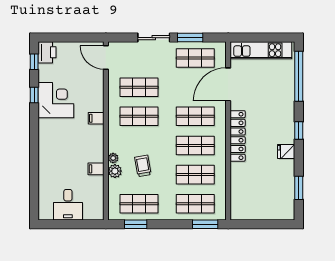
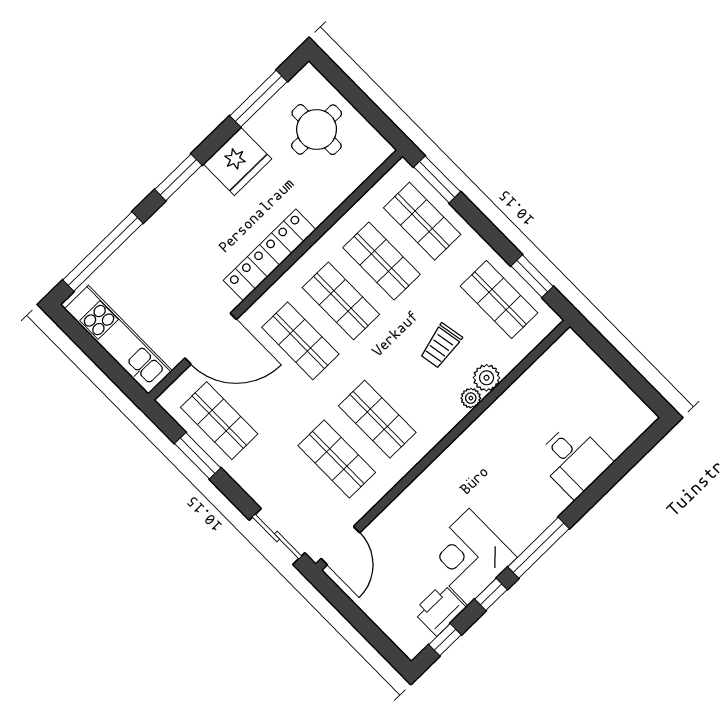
sliding door: (154, 38) -> (277, 536), moved
printer: (47, 52) -> (440, 610), moved
filing cabinet: (96, 118) -> (439, 476), removed
window: (34, 129) -> (538, 548), added
window: (299, 130) -> (178, 177), width x1.50
fridge: (286, 151) -> (237, 161), width x1.88, depth x1.34
filing cabinet: (96, 169) -> (509, 407), removed
window: (299, 188) -> (258, 99), width x1.44
round table: (267, 198) -> (317, 130), added
desk: (68, 205) -> (574, 460), moved, turned 90

